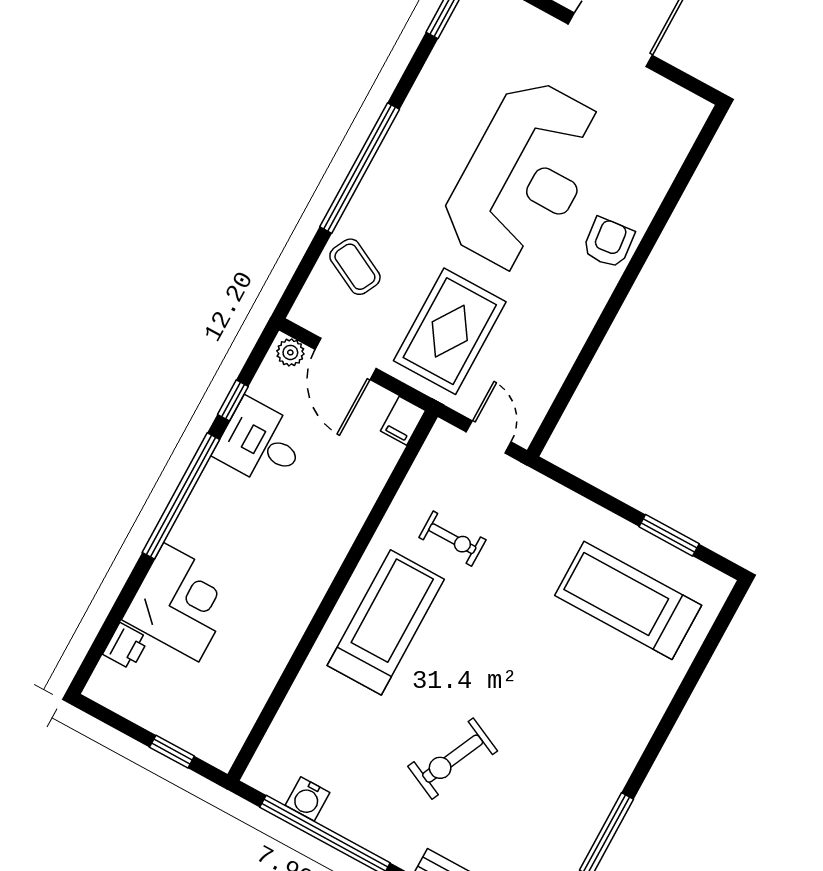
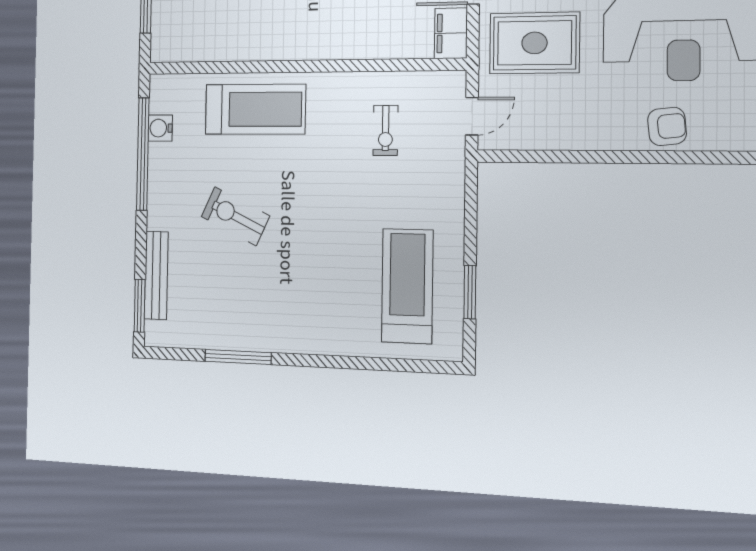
filing cabinet: (403, 421) -> (451, 33), width x2.00
treadmill: (386, 622) -> (255, 109), moved

